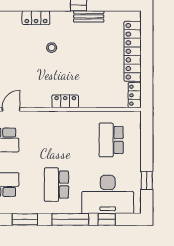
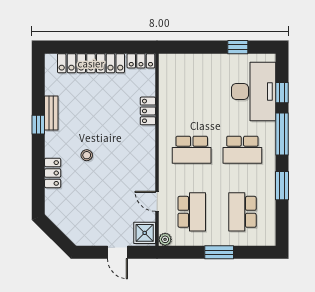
locker: (65, 101) -> (148, 111), moved
school desk: (111, 140) -> (192, 150), moved

